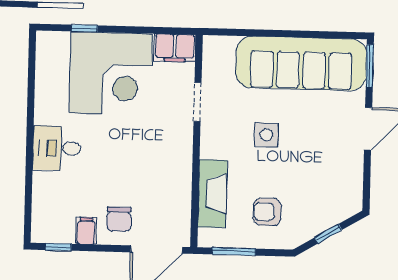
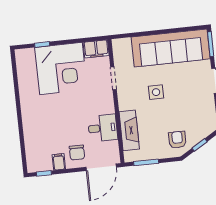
desk: (57, 148) -> (103, 128), moved, turned 180
armchair: (267, 212) -> (177, 140), moved, turned 90

